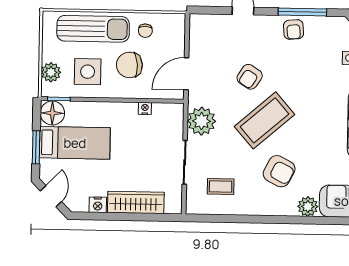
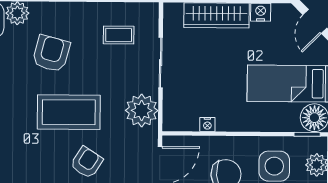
coffee table: (264, 120) -> (69, 112), turned 41
armchair: (279, 171) -> (51, 54), turned 78

